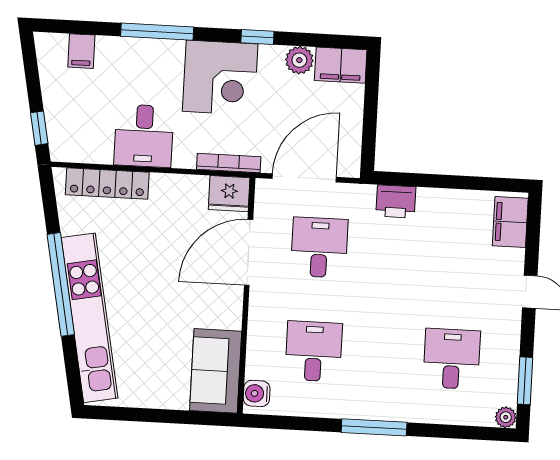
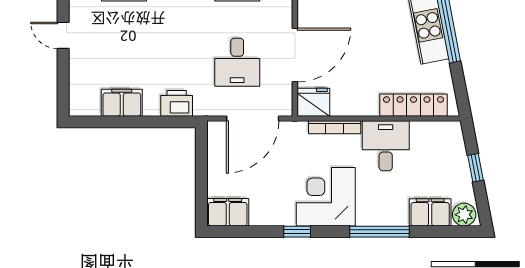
filing cabinet: (81, 51) -> (430, 212), width x2.00
plant: (299, 60) -> (464, 215), moved
window: (39, 128) -> (475, 168), moved
bookcase: (229, 163) -> (335, 127), moved
filing cabinet: (510, 222) -> (122, 103), moved, turned -90

